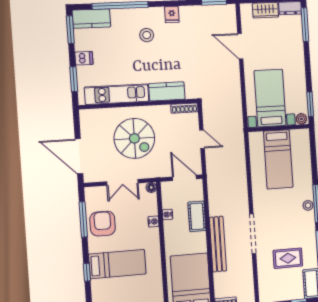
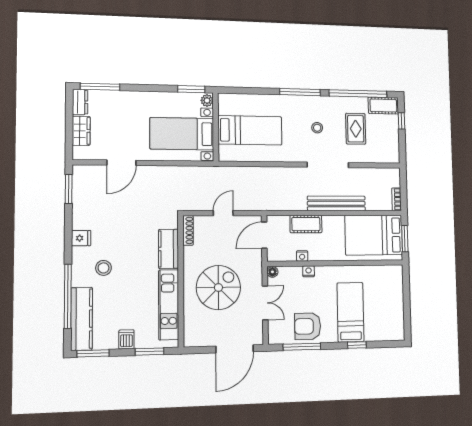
kitchen counter: (91, 19) -> (82, 319), width x1.50
stool: (308, 205) -> (317, 128), moved

